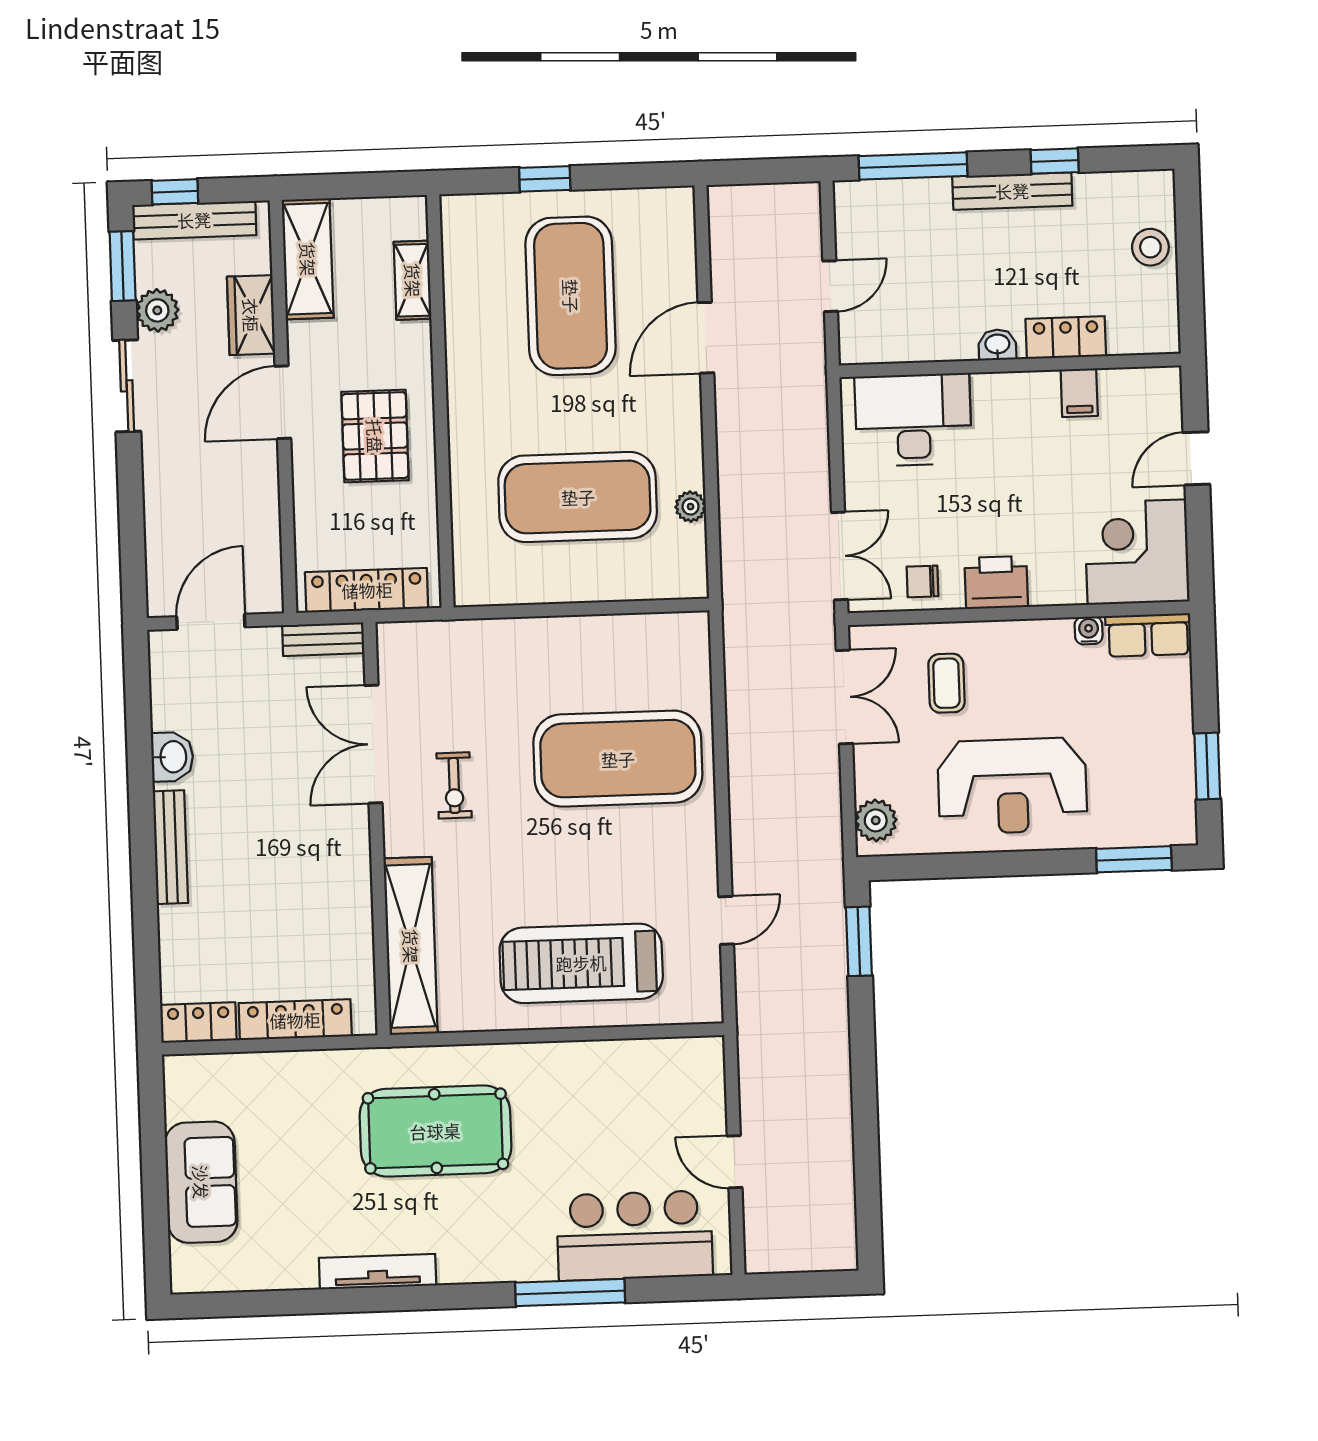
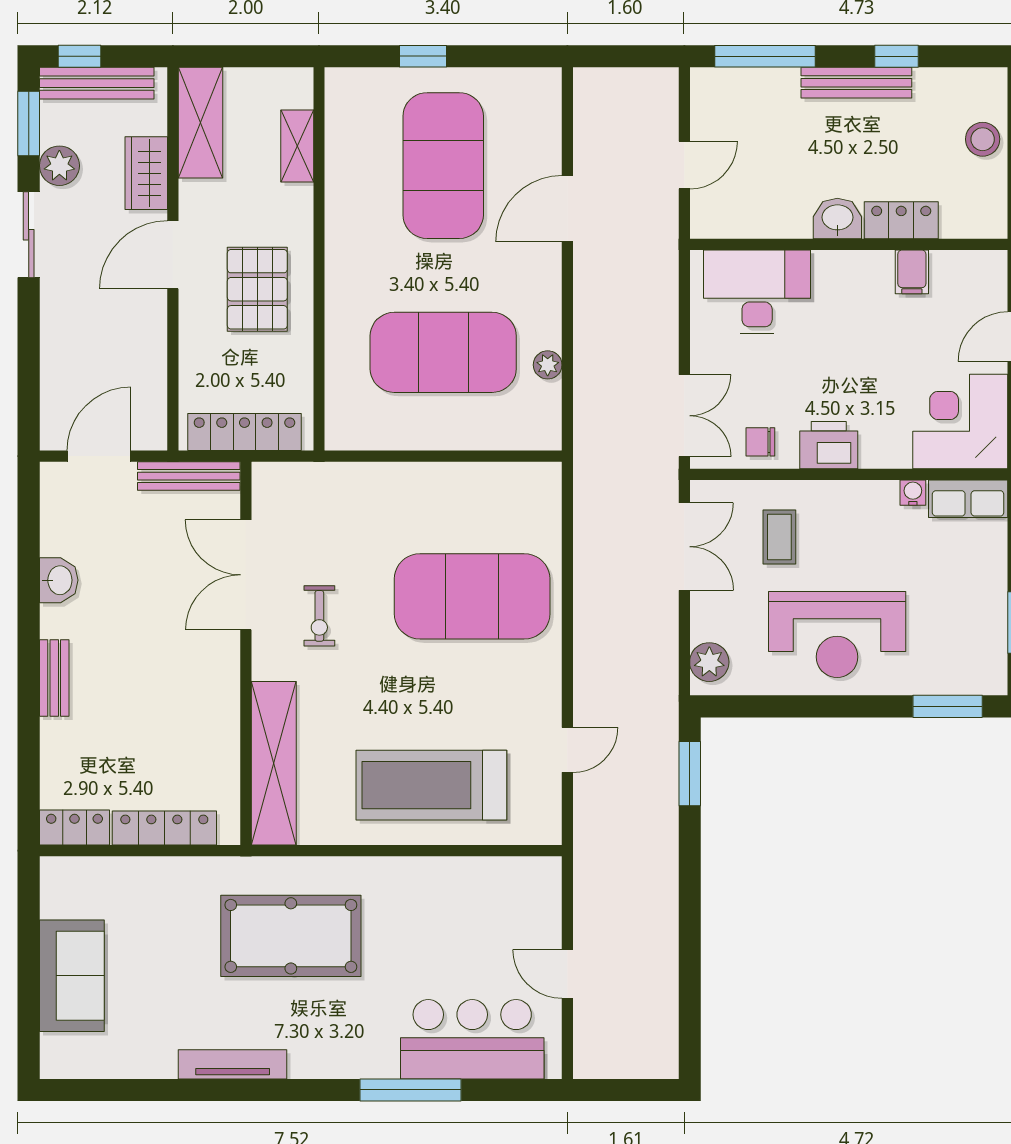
washbasin: (997, 345) -> (837, 219), width x1.38, depth x1.45
bench: (323, 639) -> (189, 476), width x1.36
bench: (170, 847) -> (54, 678), width x0.73

